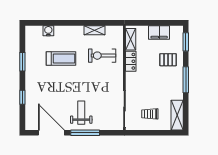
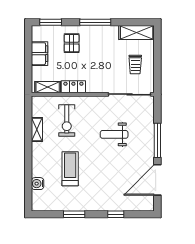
weight bench: (81, 113) -> (114, 134), moved

